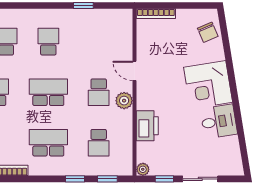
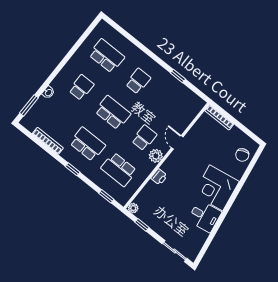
school desk: (99, 92) -> (144, 138), turned 180
printer: (147, 126) -> (159, 177), width x0.53, depth x0.68
school desk: (99, 143) -> (119, 169), width x1.85
window: (75, 179) -> (73, 169), moved
sliding door: (200, 179) -> (175, 251), moved

